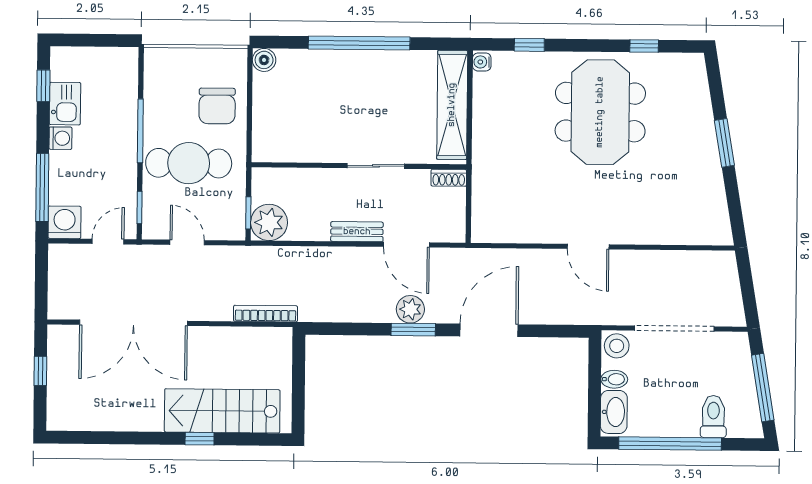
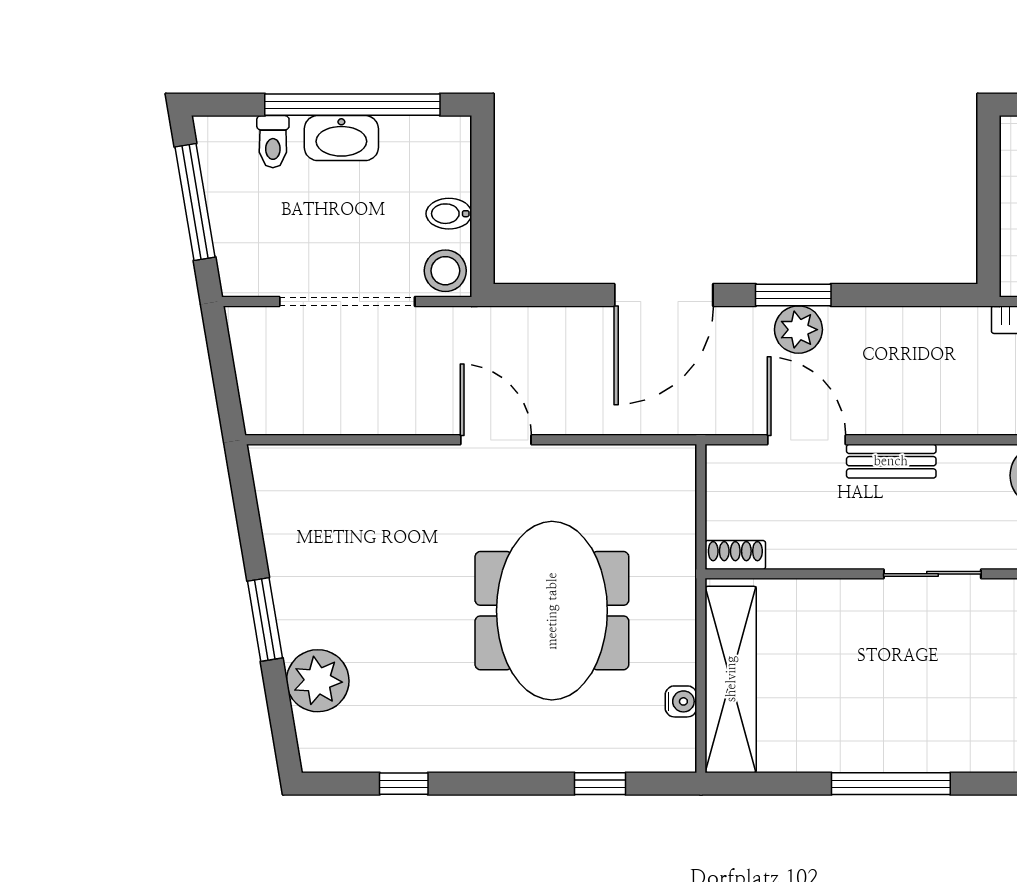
window: (359, 43) -> (891, 784), width x0.68
water cooler: (482, 62) -> (681, 701), moved
plant: (694, 107) -> (318, 681), added
meeting table: (600, 112) -> (552, 611), moved
sliding door: (376, 166) -> (932, 574), moved
washbasin: (614, 412) -> (341, 138), moved, turned -90
toilet: (713, 417) -> (273, 142), width x0.73, depth x0.72

